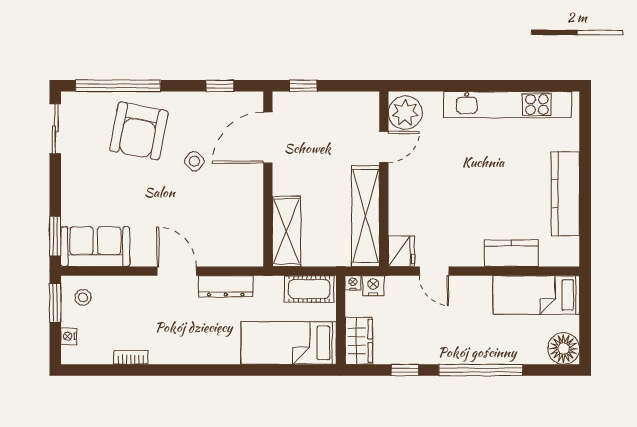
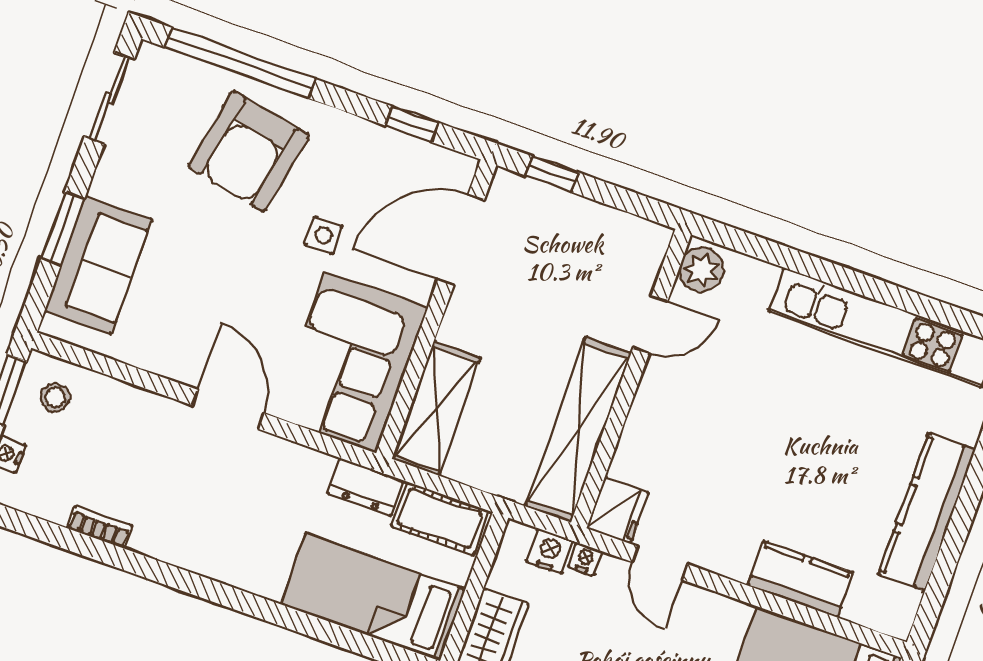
plant: (405, 113) -> (702, 270), width x0.73, depth x0.73
side table: (194, 161) -> (324, 235), turned 45
corner sofa: (232, 223) -> (350, 362), added
window: (55, 236) -> (63, 228), moved
sofa: (95, 247) -> (98, 265), moved, turned 90
nightstand: (353, 283) -> (585, 559), moved
dresser: (226, 286) -> (365, 487), moved, width x0.70

